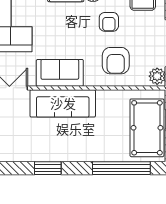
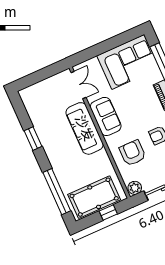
armchair: (116, 61) -> (133, 153), turned 90

